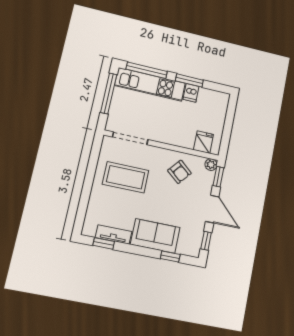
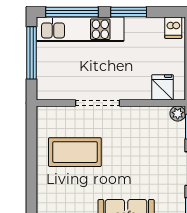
dishwasher: (191, 93) -> (173, 28), moved
doorway: (130, 138) -> (97, 103), moved
armchair: (179, 172) -> (140, 131), removed

